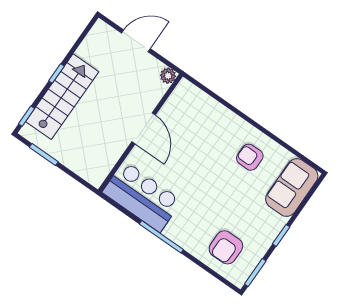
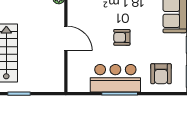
armchair: (250, 157) -> (122, 37), moved
bar counter: (142, 196) -> (115, 78), moved

